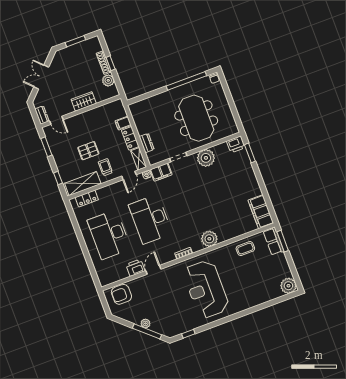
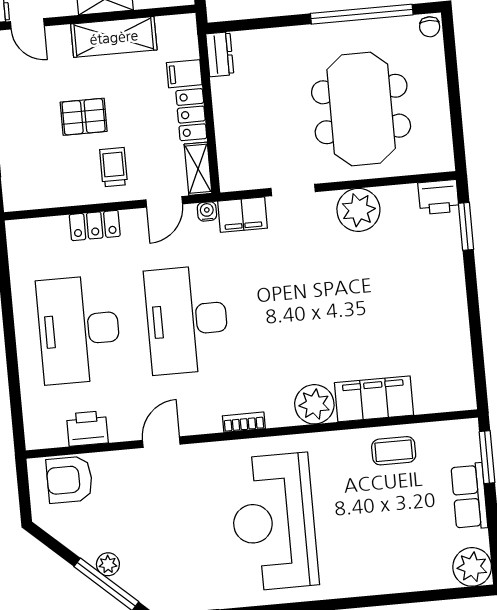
dresser: (147, 143) -> (220, 54), moved
shelving: (83, 184) -> (114, 37), moved
locker: (87, 199) -> (95, 225), moved
filing cabinet: (261, 212) -> (374, 399), moved, turned 90
row of seats: (274, 241) -> (469, 496), moved
printer: (135, 268) -> (87, 428), moved

